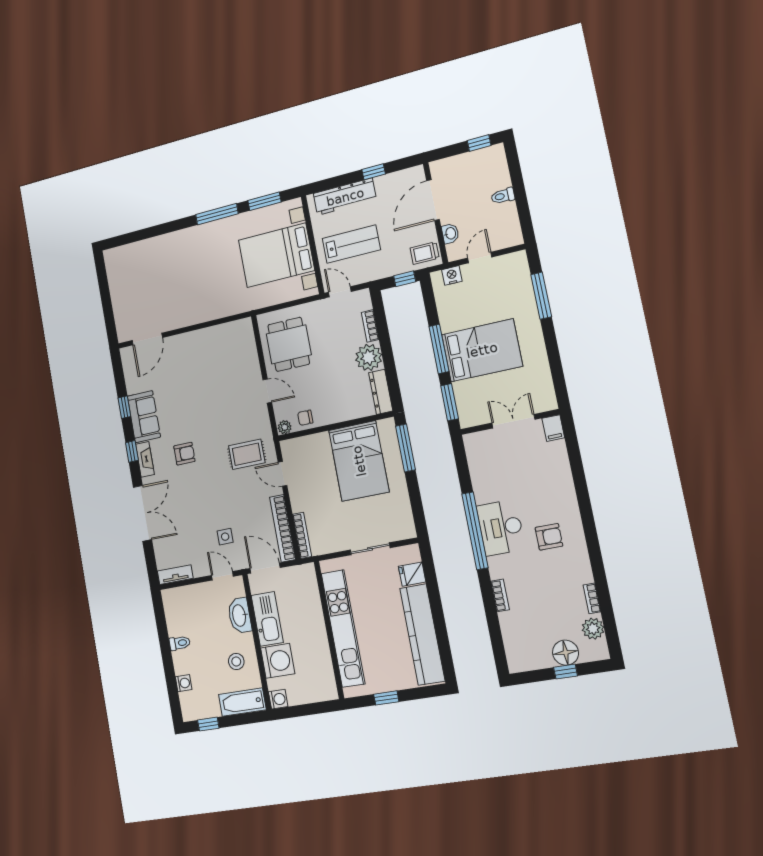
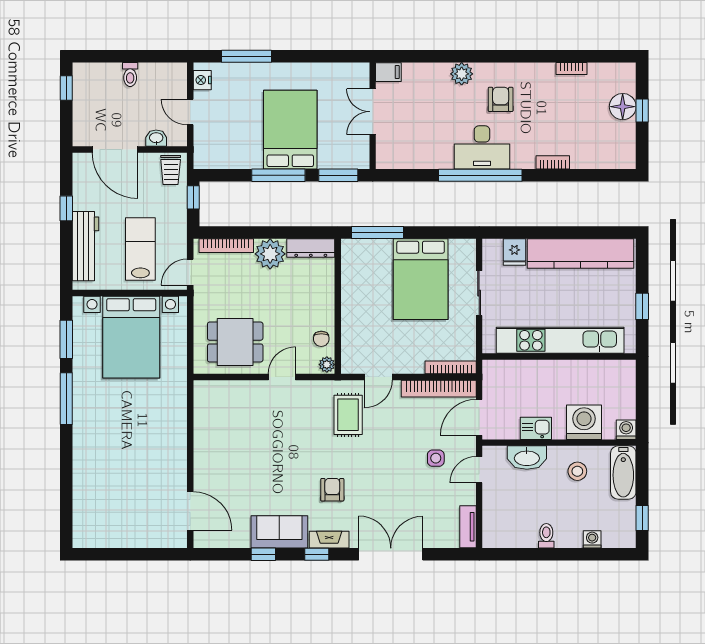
nightstand: (452, 275) -> (202, 80), moved
bookcase: (370, 326) -> (226, 246), width x1.56
bed: (359, 461) -> (421, 279), moved, turned 90
kitchen sink: (267, 619) -> (536, 428), width x0.53, depth x0.81
plant: (593, 629) -> (462, 74), moved

